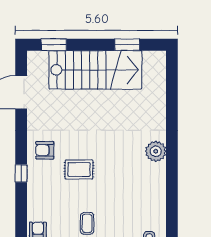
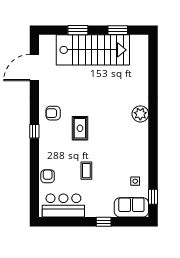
window: (54, 45) -> (78, 30), moved
rug: (79, 170) -> (80, 128), turned 90

